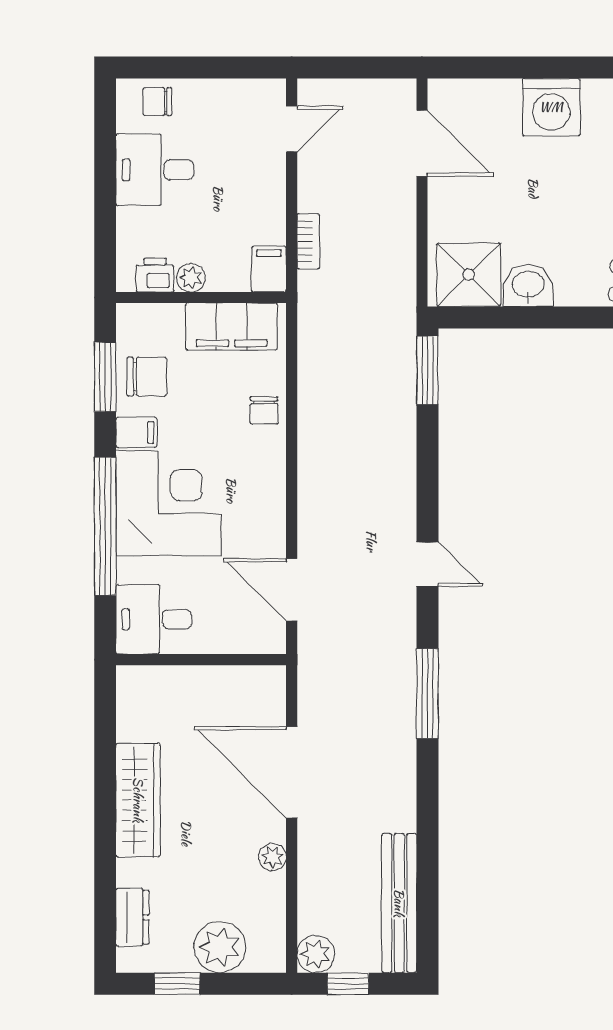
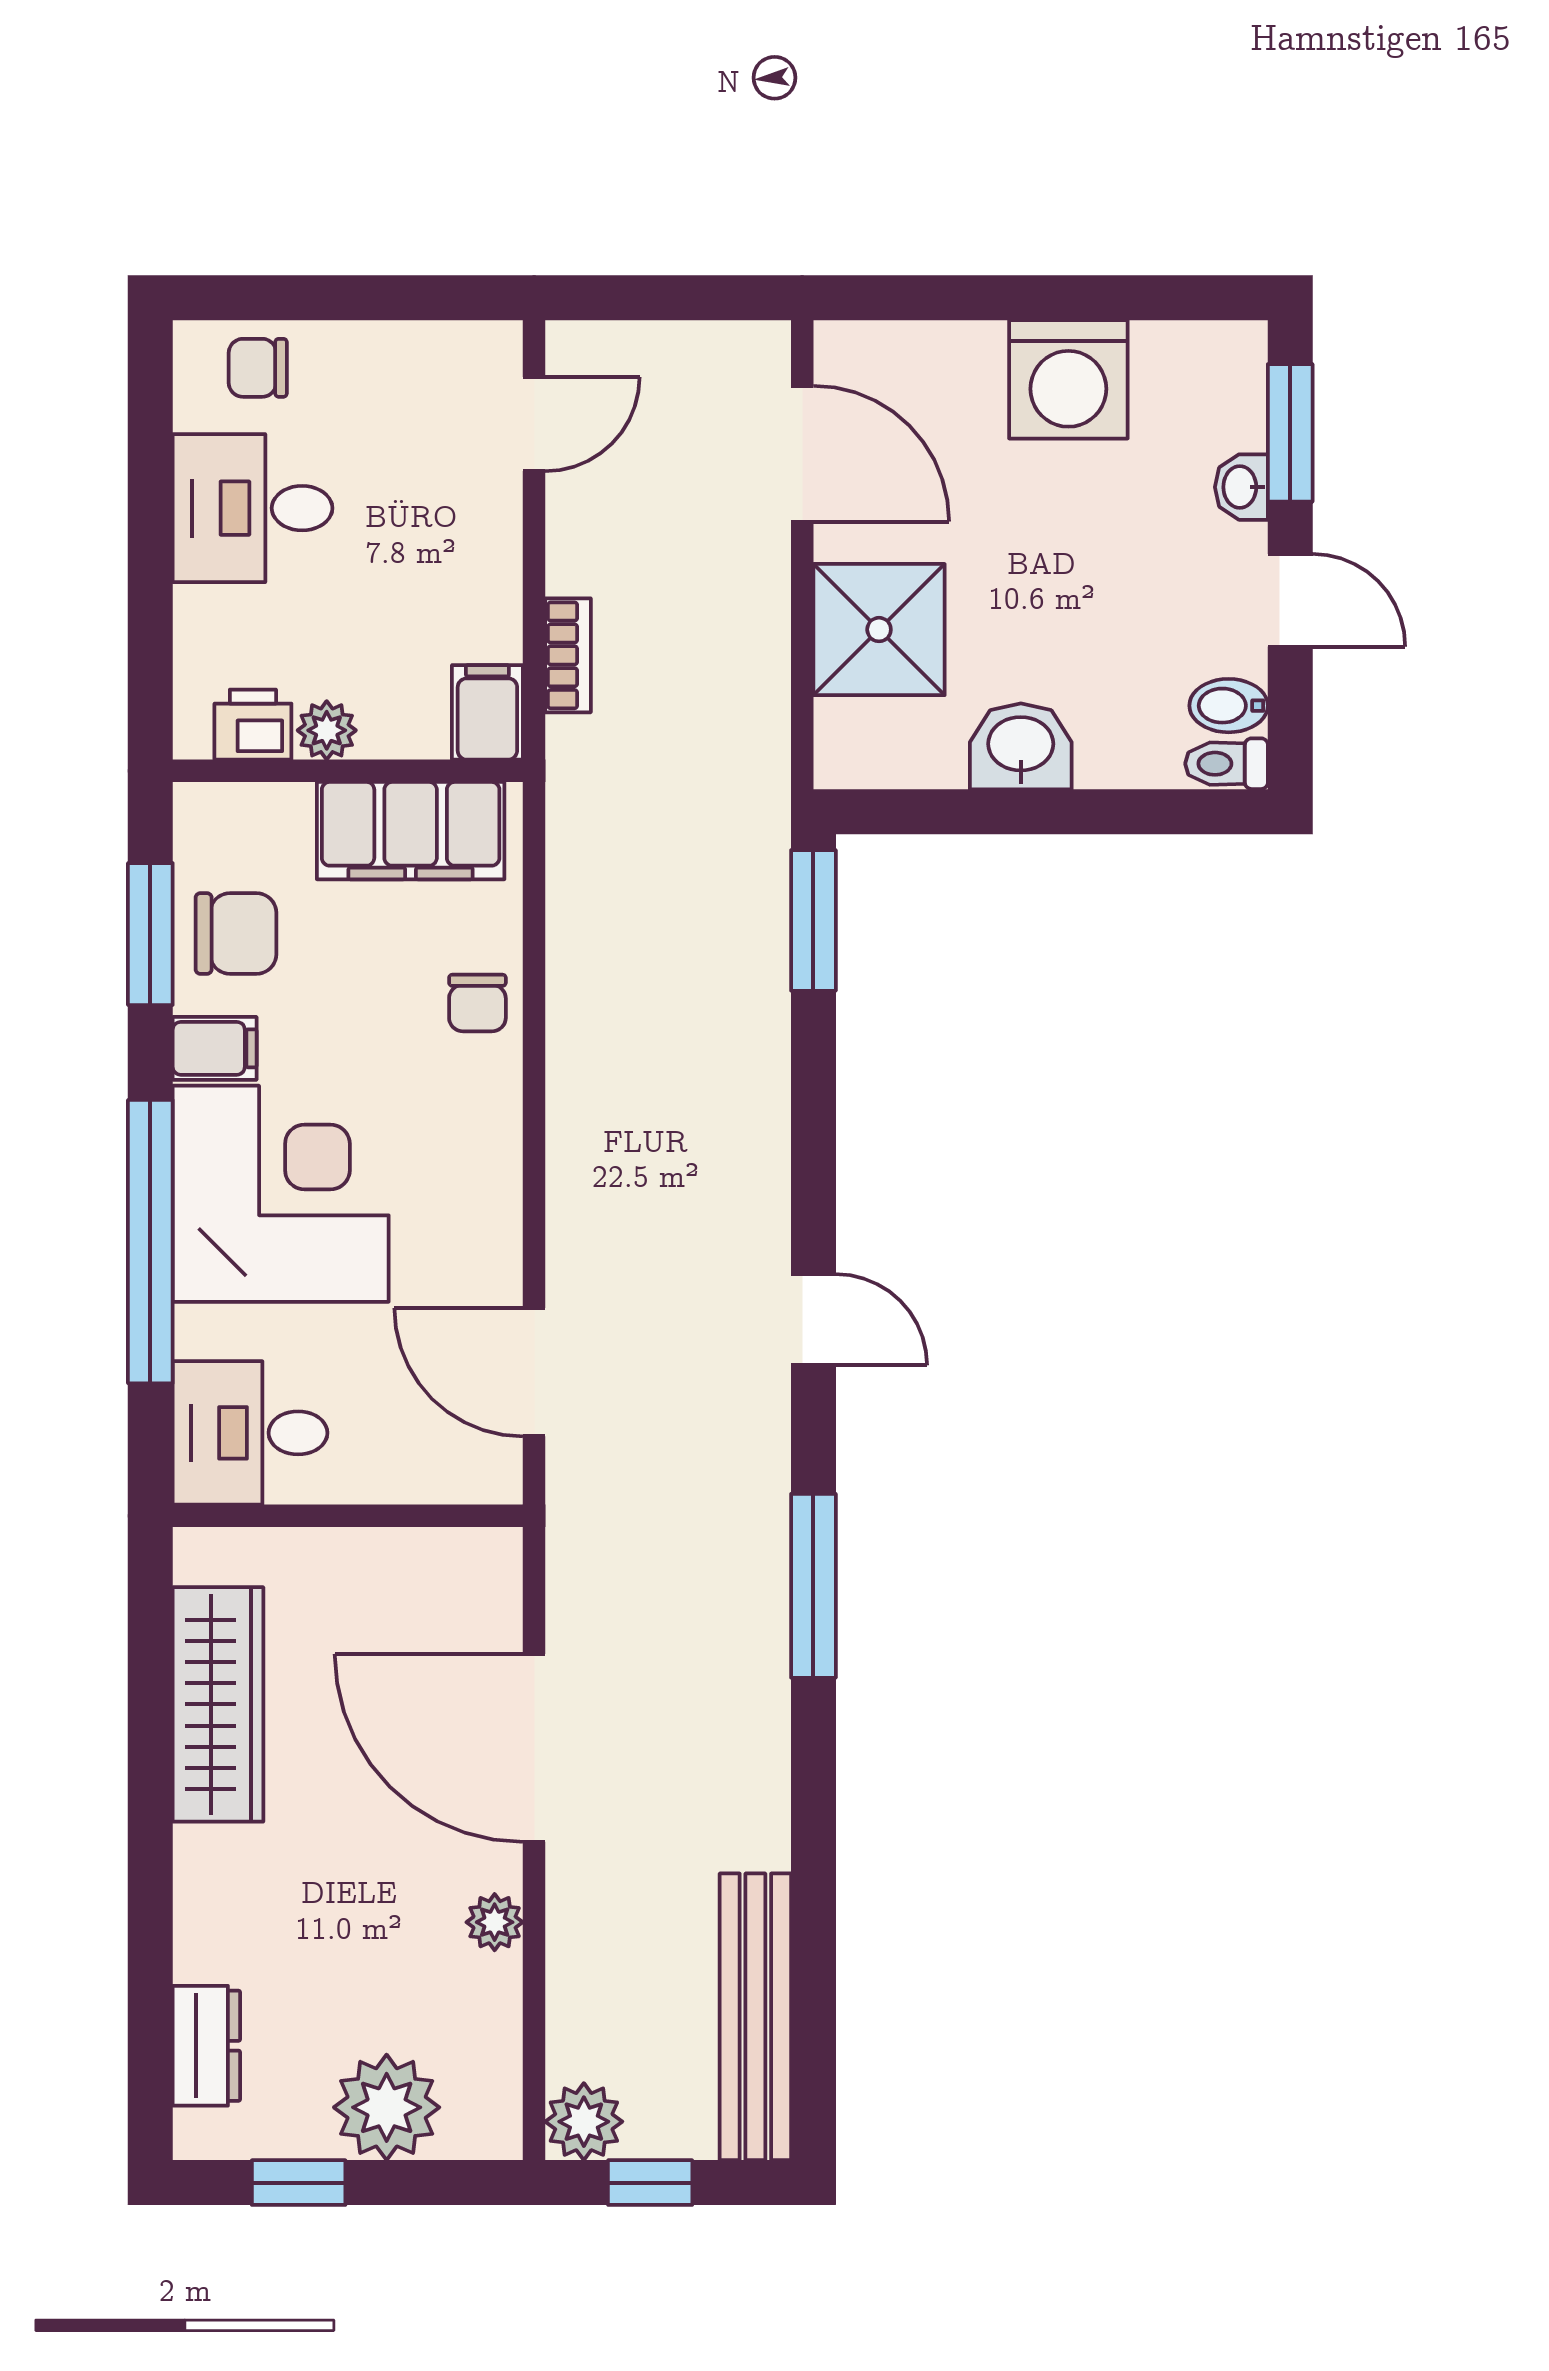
shower: (469, 275) -> (879, 630), moved
wardrobe: (138, 800) -> (218, 1704), moved

